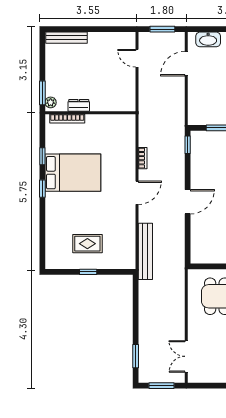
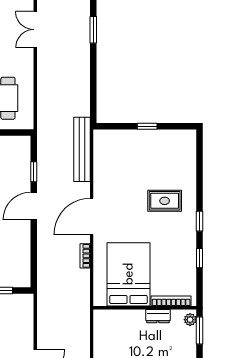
window: (188, 145) -> (34, 172), moved
bed: (73, 173) -> (129, 274), moved, turned 90
door: (137, 193) -> (92, 216), width x1.36
rug: (87, 244) -> (165, 201), moved
double door: (186, 356) -> (35, 30), swing flipped

